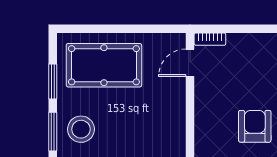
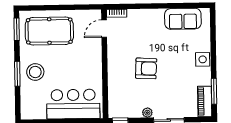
window: (53, 81) -> (17, 29), moved
armchair: (255, 126) -> (146, 68), turned 93

